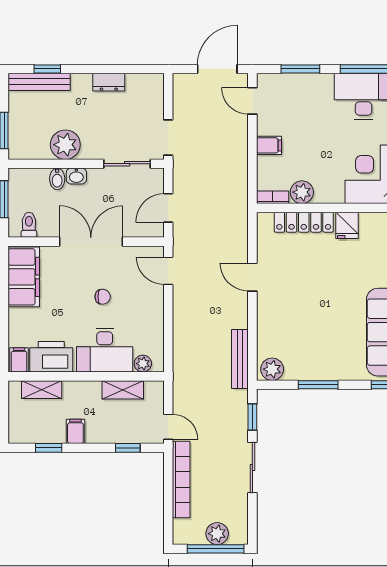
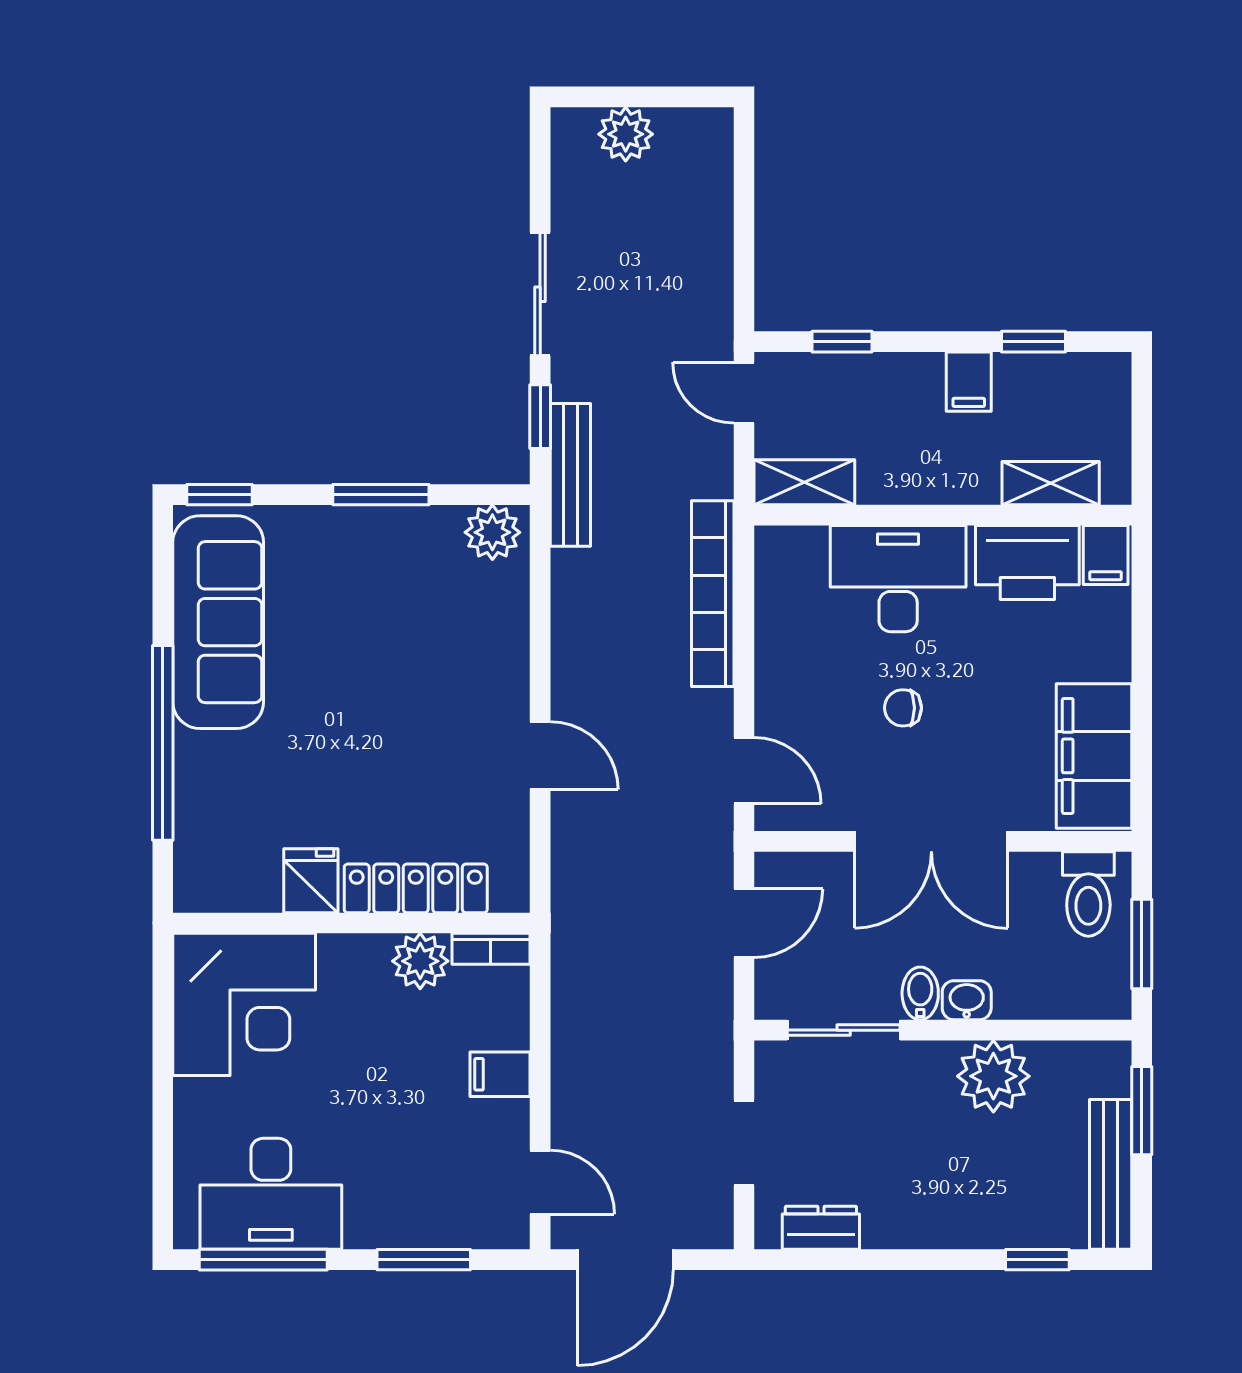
bench: (39, 82) -> (1111, 1174), moved, turned 90
dresser: (109, 82) -> (821, 1228), moved
doorway: (168, 138) -> (744, 1143), moved
bidet: (57, 179) -> (920, 993), moved
toilet: (29, 225) -> (1088, 894), width x1.37, depth x1.39
bench: (240, 359) -> (570, 475), moved
plant: (143, 364) -> (805, 546), removed
shelving: (123, 390) -> (804, 482), moved
bookcase: (181, 480) -> (713, 594), moved
window: (216, 549) -> (629, 97), removed

